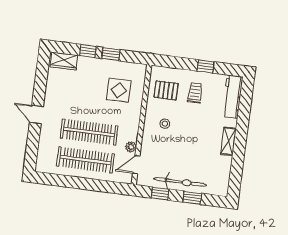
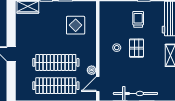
pallet: (166, 90) -> (137, 48), moved, turned 90

